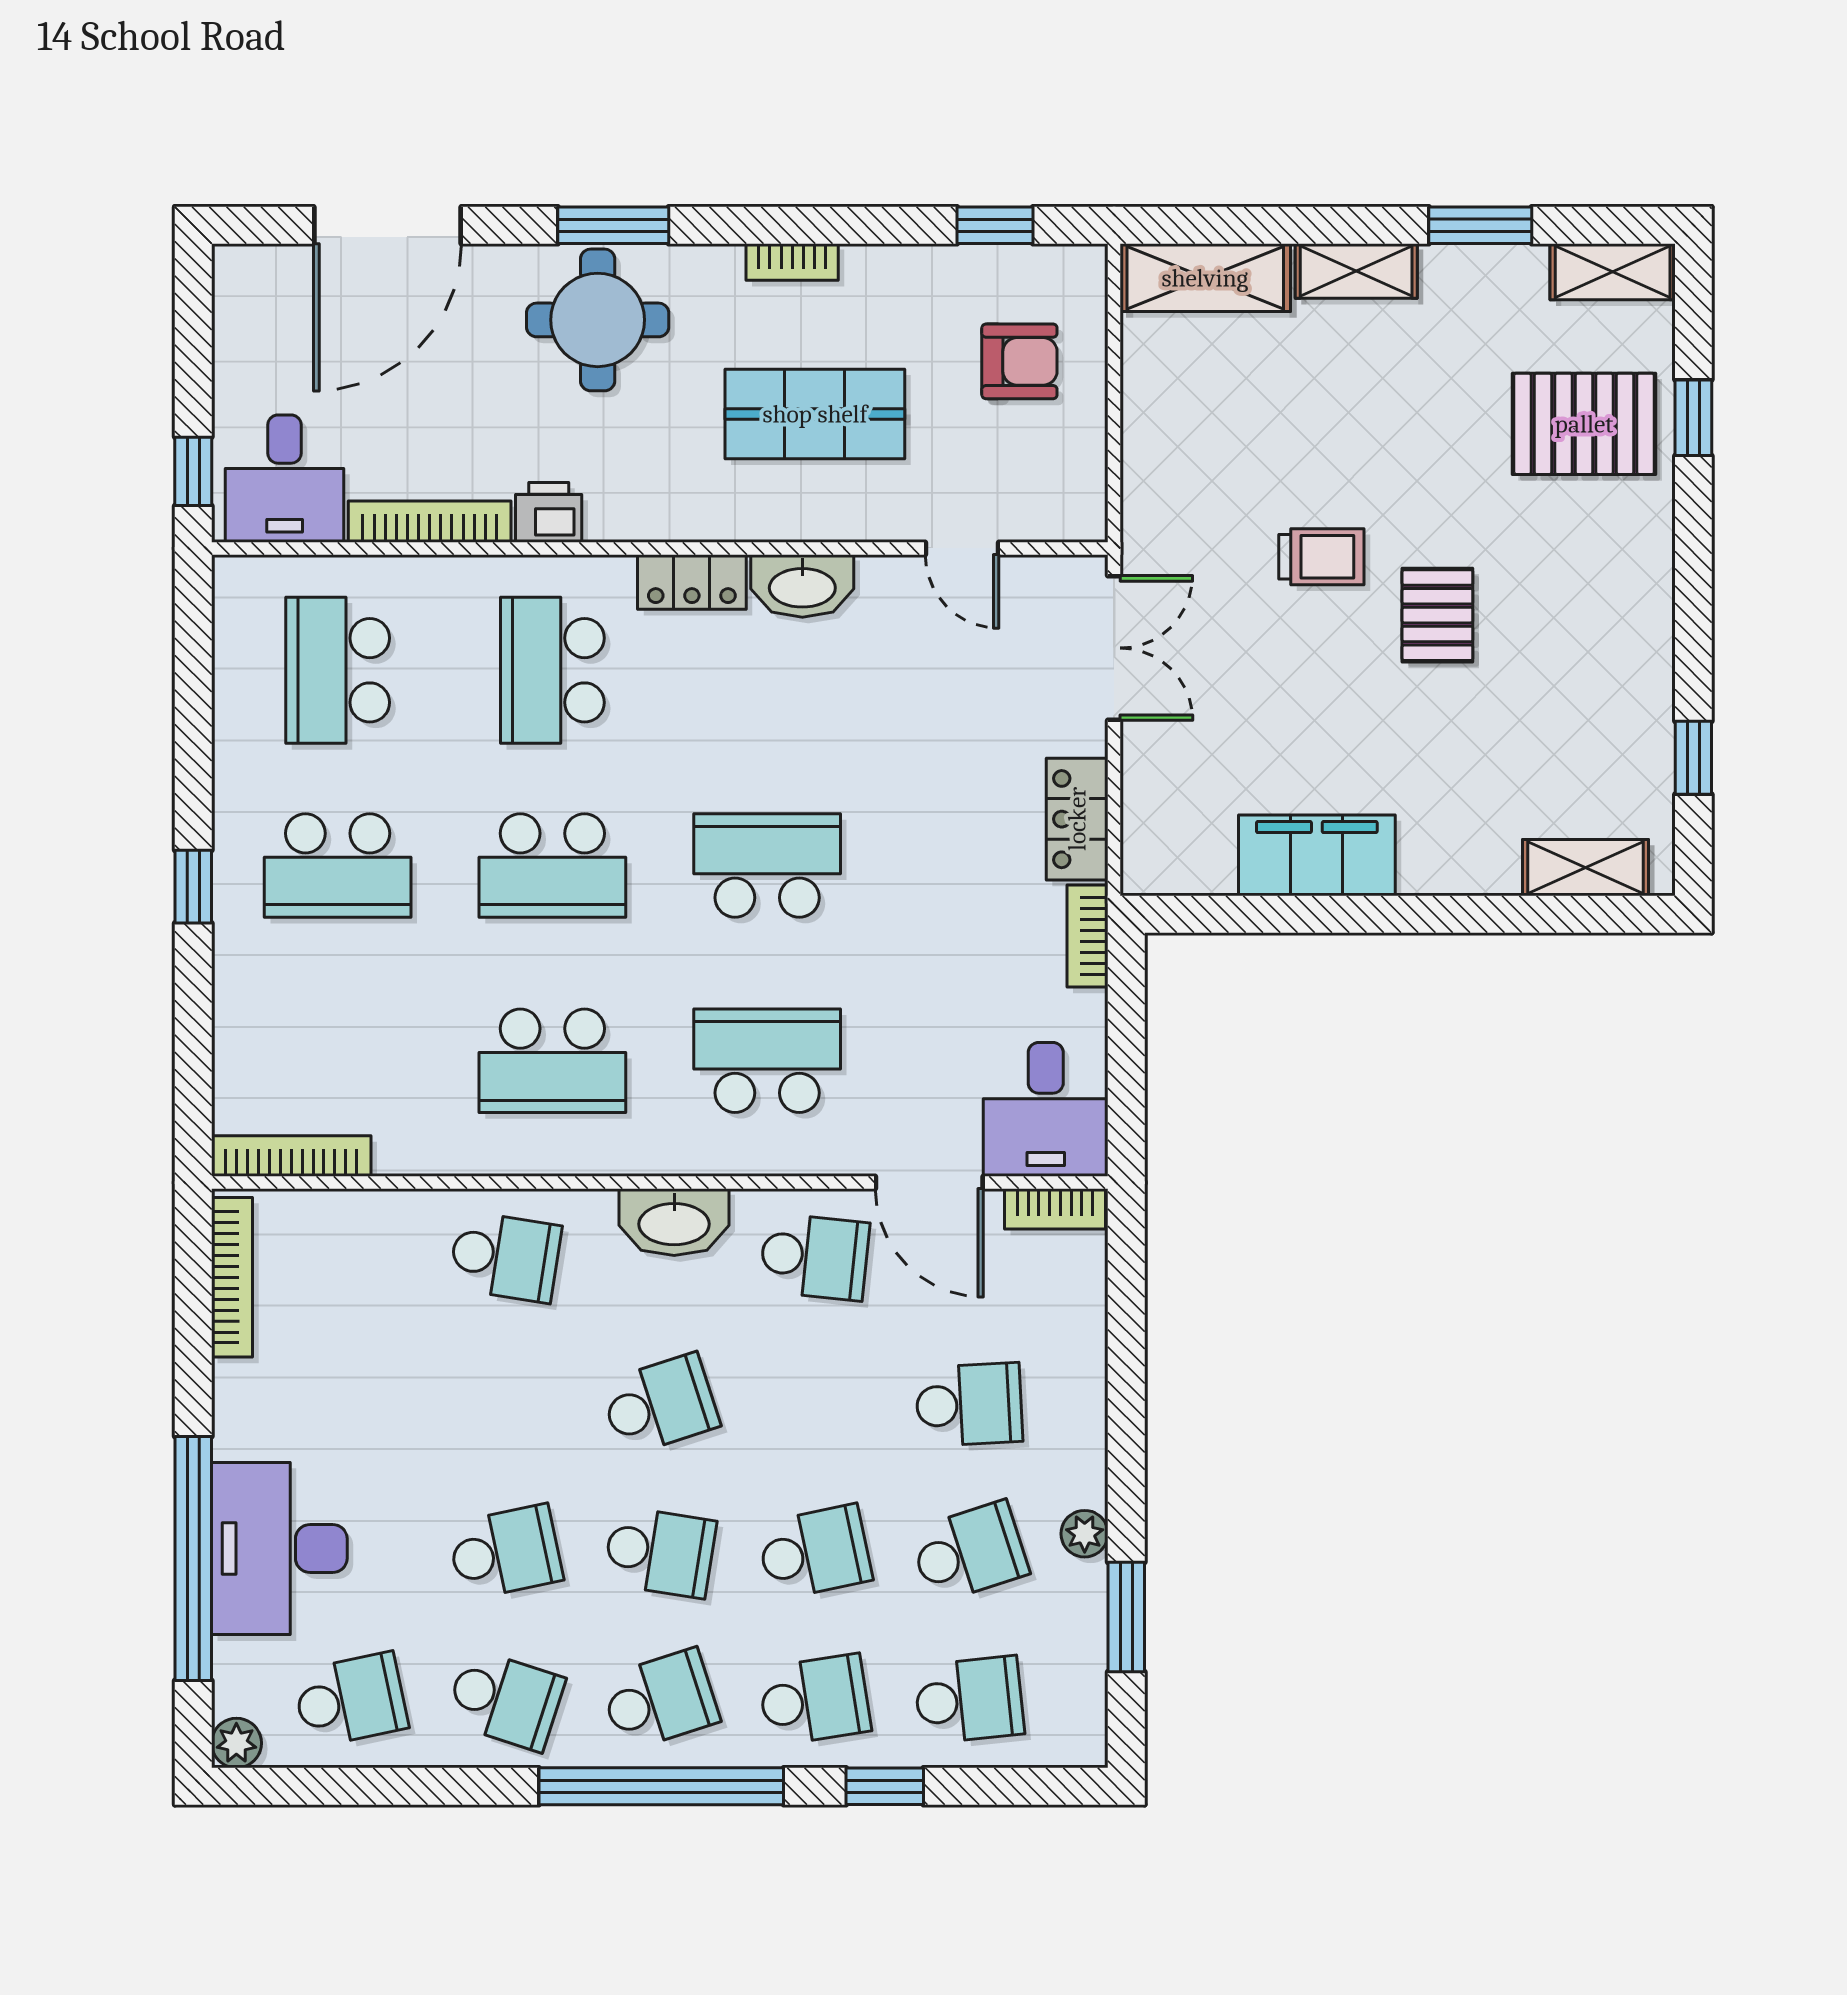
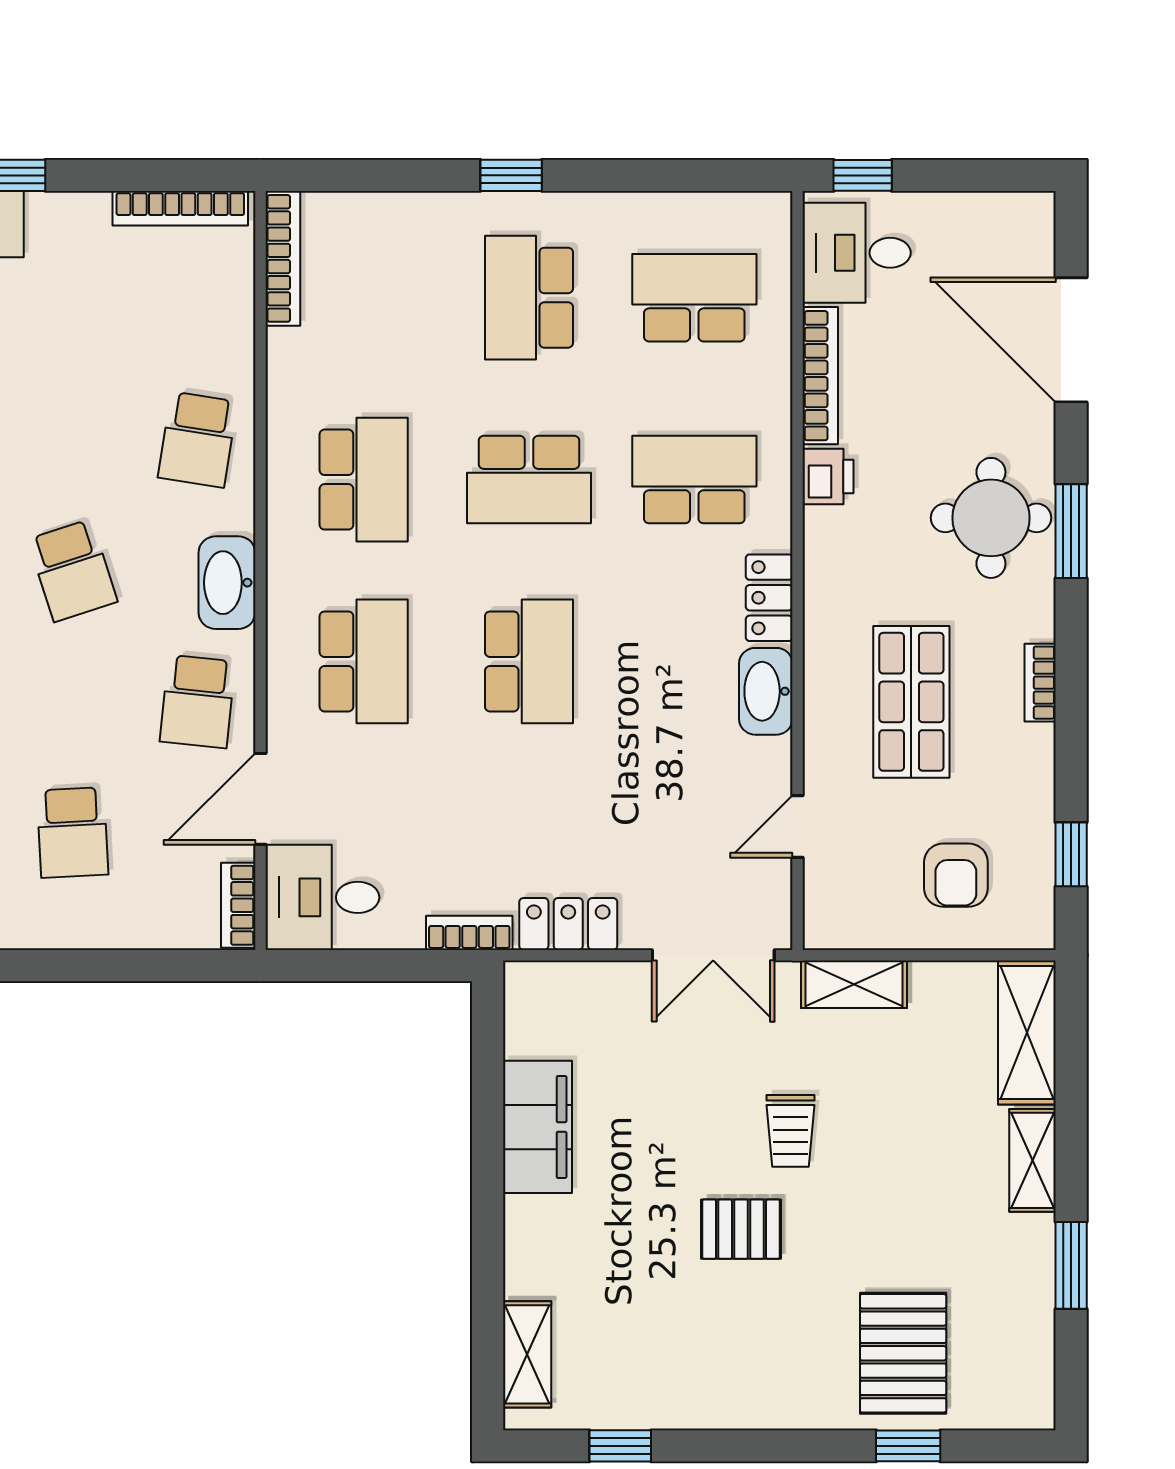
shelving: (1613, 272) -> (854, 984), moved, turned 90
school desk: (552, 865) -> (529, 480), turned -90
school desk: (552, 1061) -> (364, 480), turned 180

